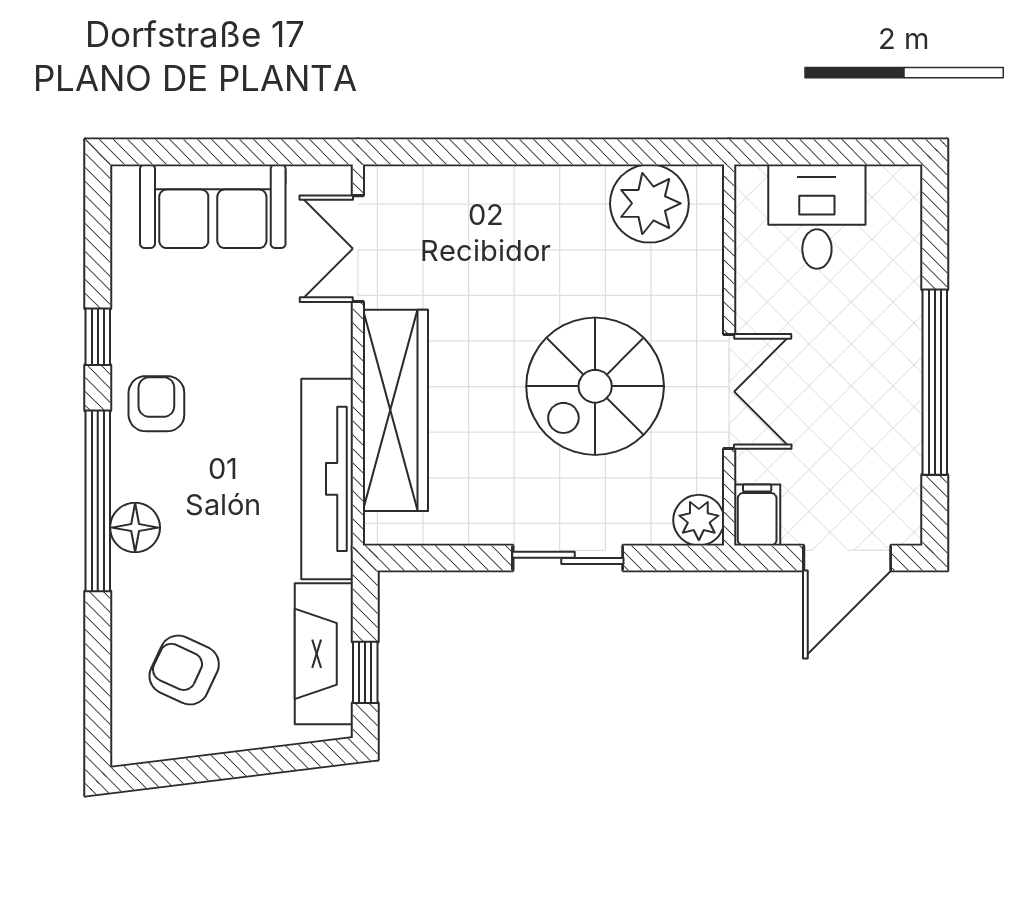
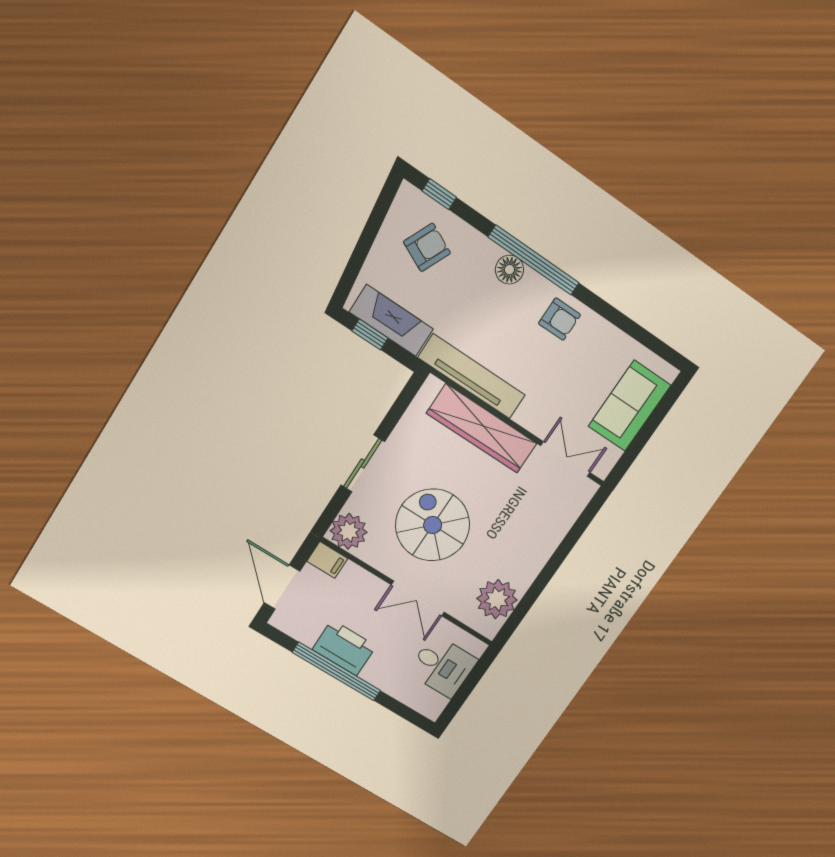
window: (98, 337) -> (439, 194), moved
double door: (729, 392) -> (418, 599), moved
printer: (886, 396) -> (344, 648), added
plant: (699, 520) -> (349, 531), width x1.36, depth x1.36

